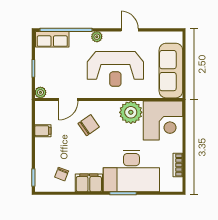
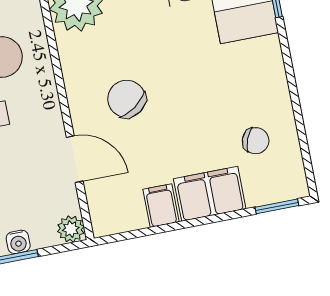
water cooler: (39, 70) -> (18, 242), added
filing cabinet: (89, 183) -> (210, 194), moved, turned 90

